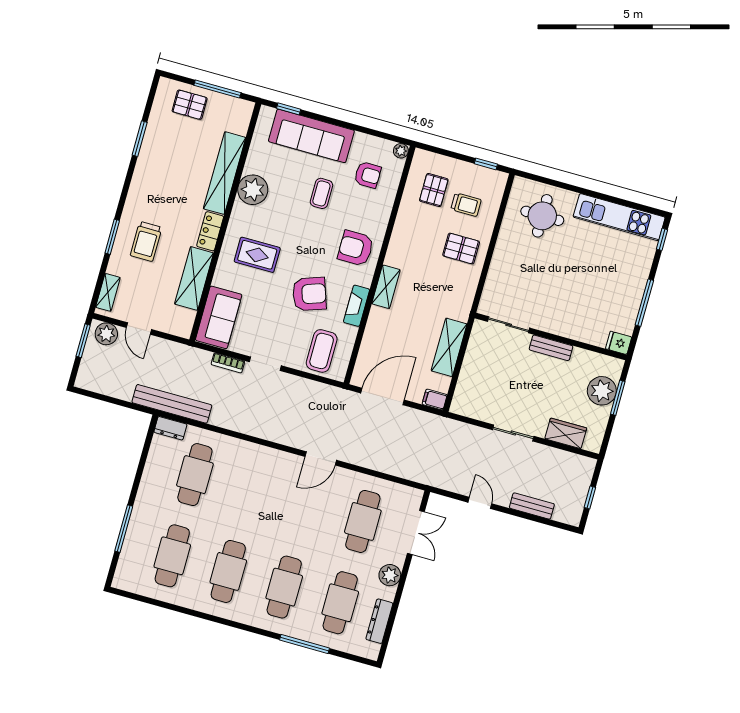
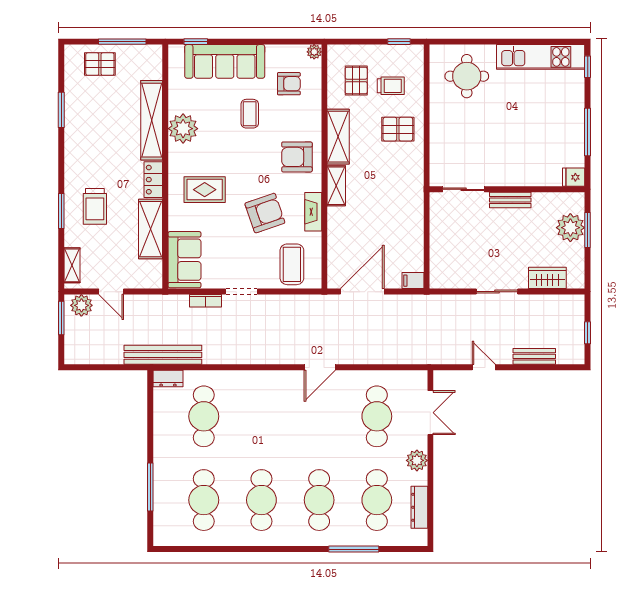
shelving: (449, 347) -> (338, 137), moved

